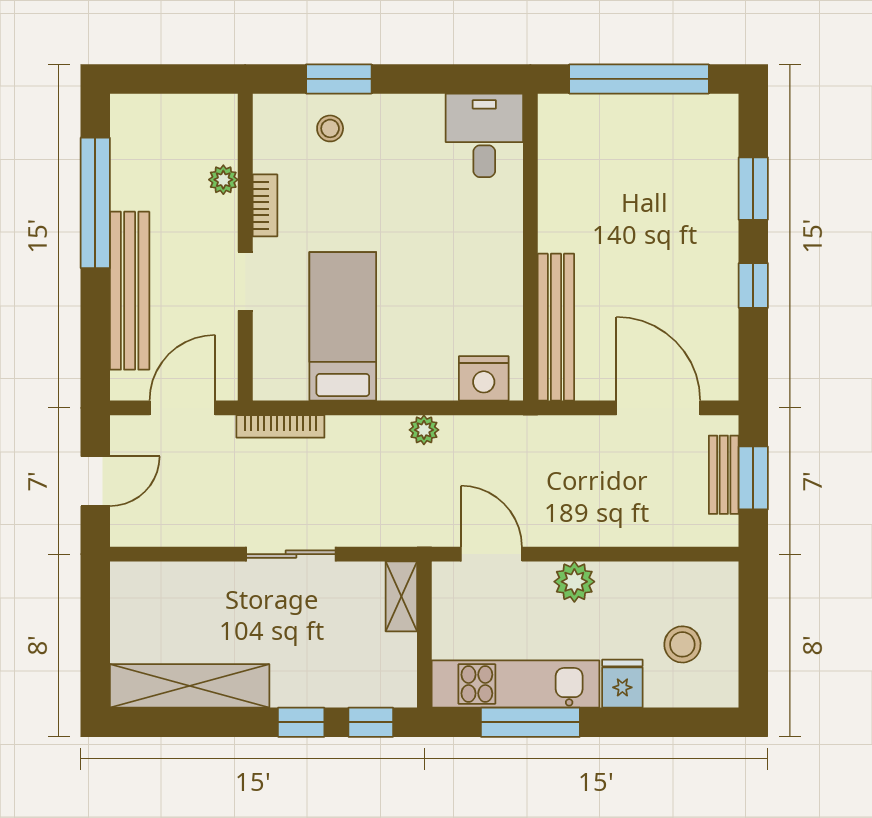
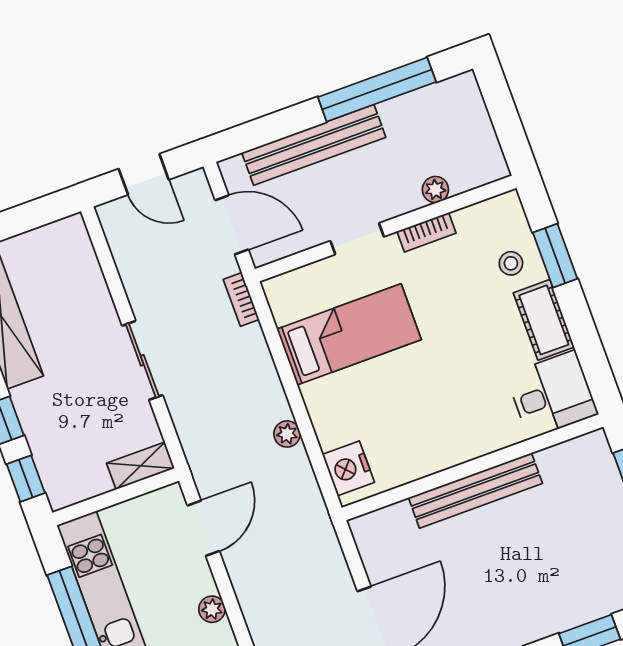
cot: (402, 115) -> (544, 320), added
bench: (556, 327) -> (475, 491), moved
bookcase: (280, 426) -> (241, 299), width x0.64
plant: (574, 582) -> (212, 609), width x0.73, depth x0.73

